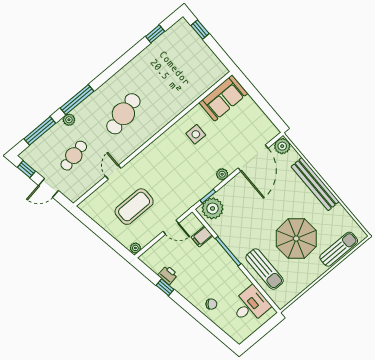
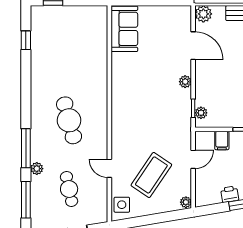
side table: (196, 134) -> (122, 205), moved
door: (253, 158) -> (193, 46), width x0.73
coffee table: (134, 207) -> (151, 175), turned 34
plant: (213, 208) -> (201, 113), width x0.53, depth x0.53

